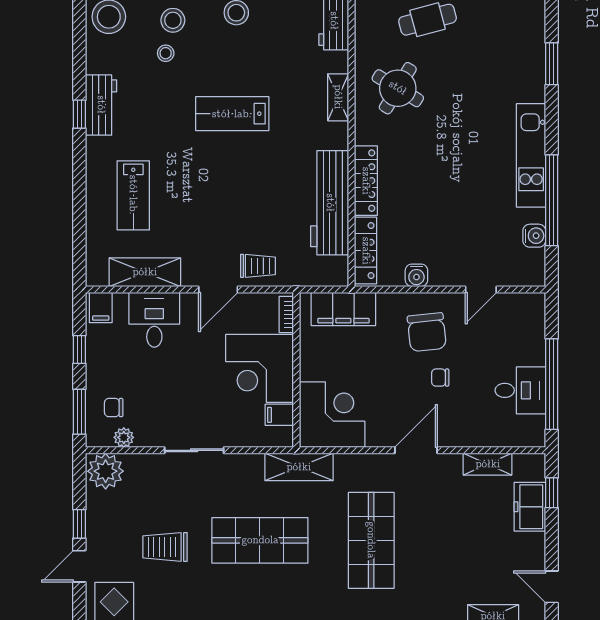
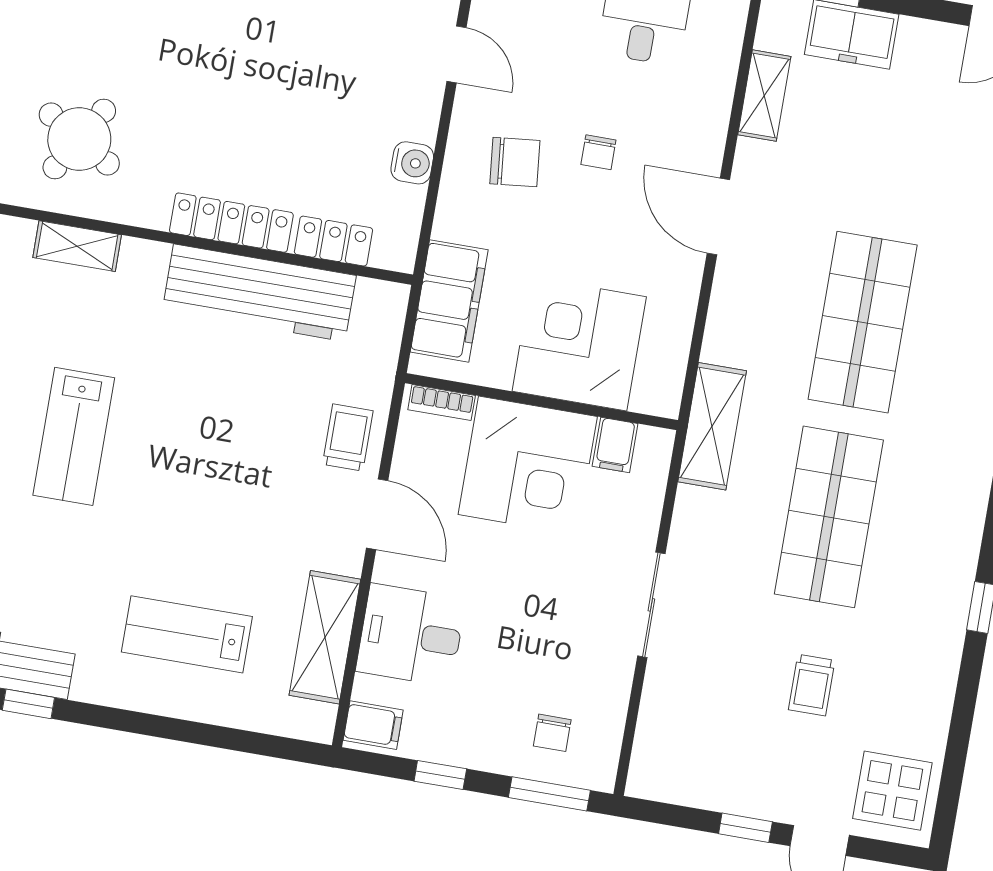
lab bench: (133, 195) -> (187, 634), turned 180
locker: (366, 251) -> (333, 241), width x0.66
chair: (427, 332) -> (515, 162), width x0.73, depth x0.73
corner desk: (332, 415) -> (579, 344), moved
plant: (124, 437) -> (608, 724), removed
plant: (106, 471) -> (661, 766), removed
shop shelf: (371, 540) -> (863, 322), turned 90
trolley: (165, 547) -> (812, 685), width x0.73, depth x0.72

